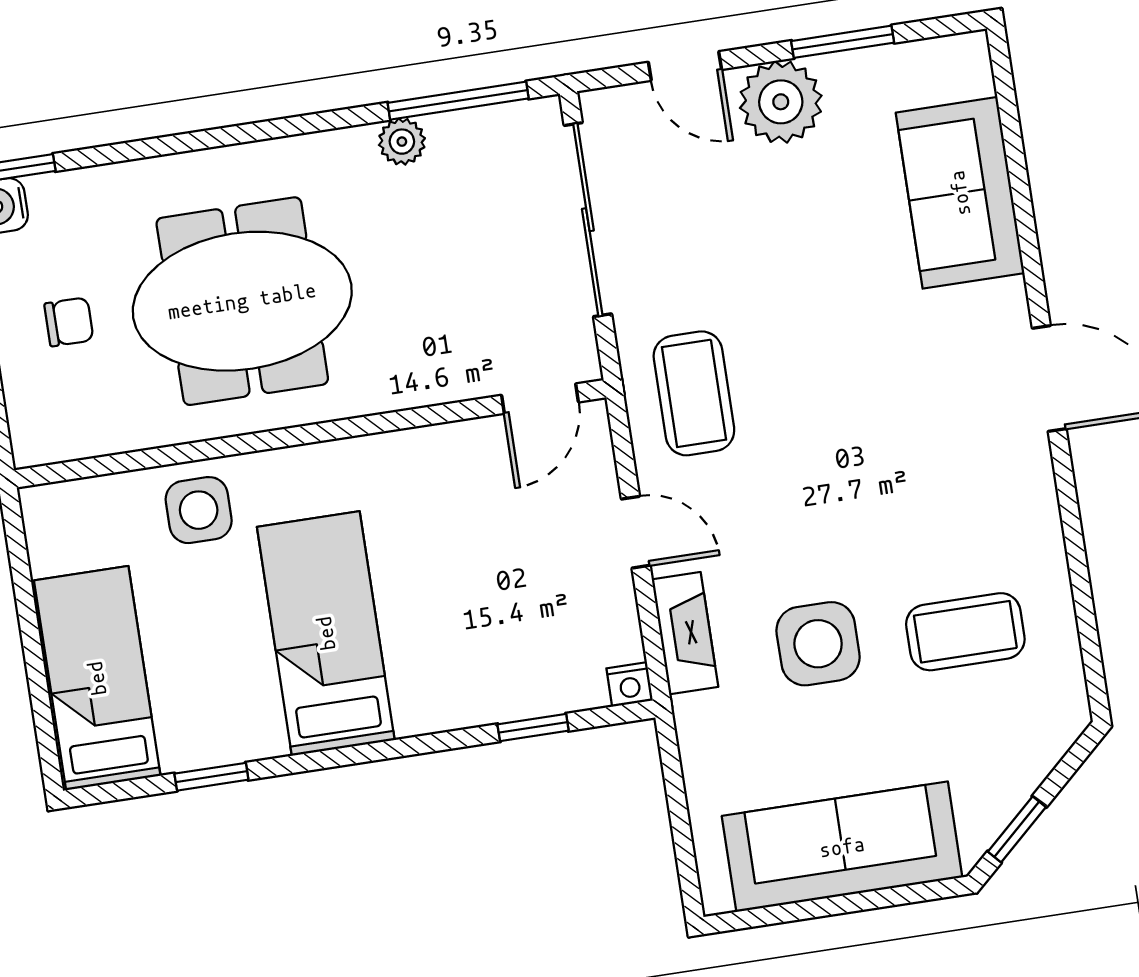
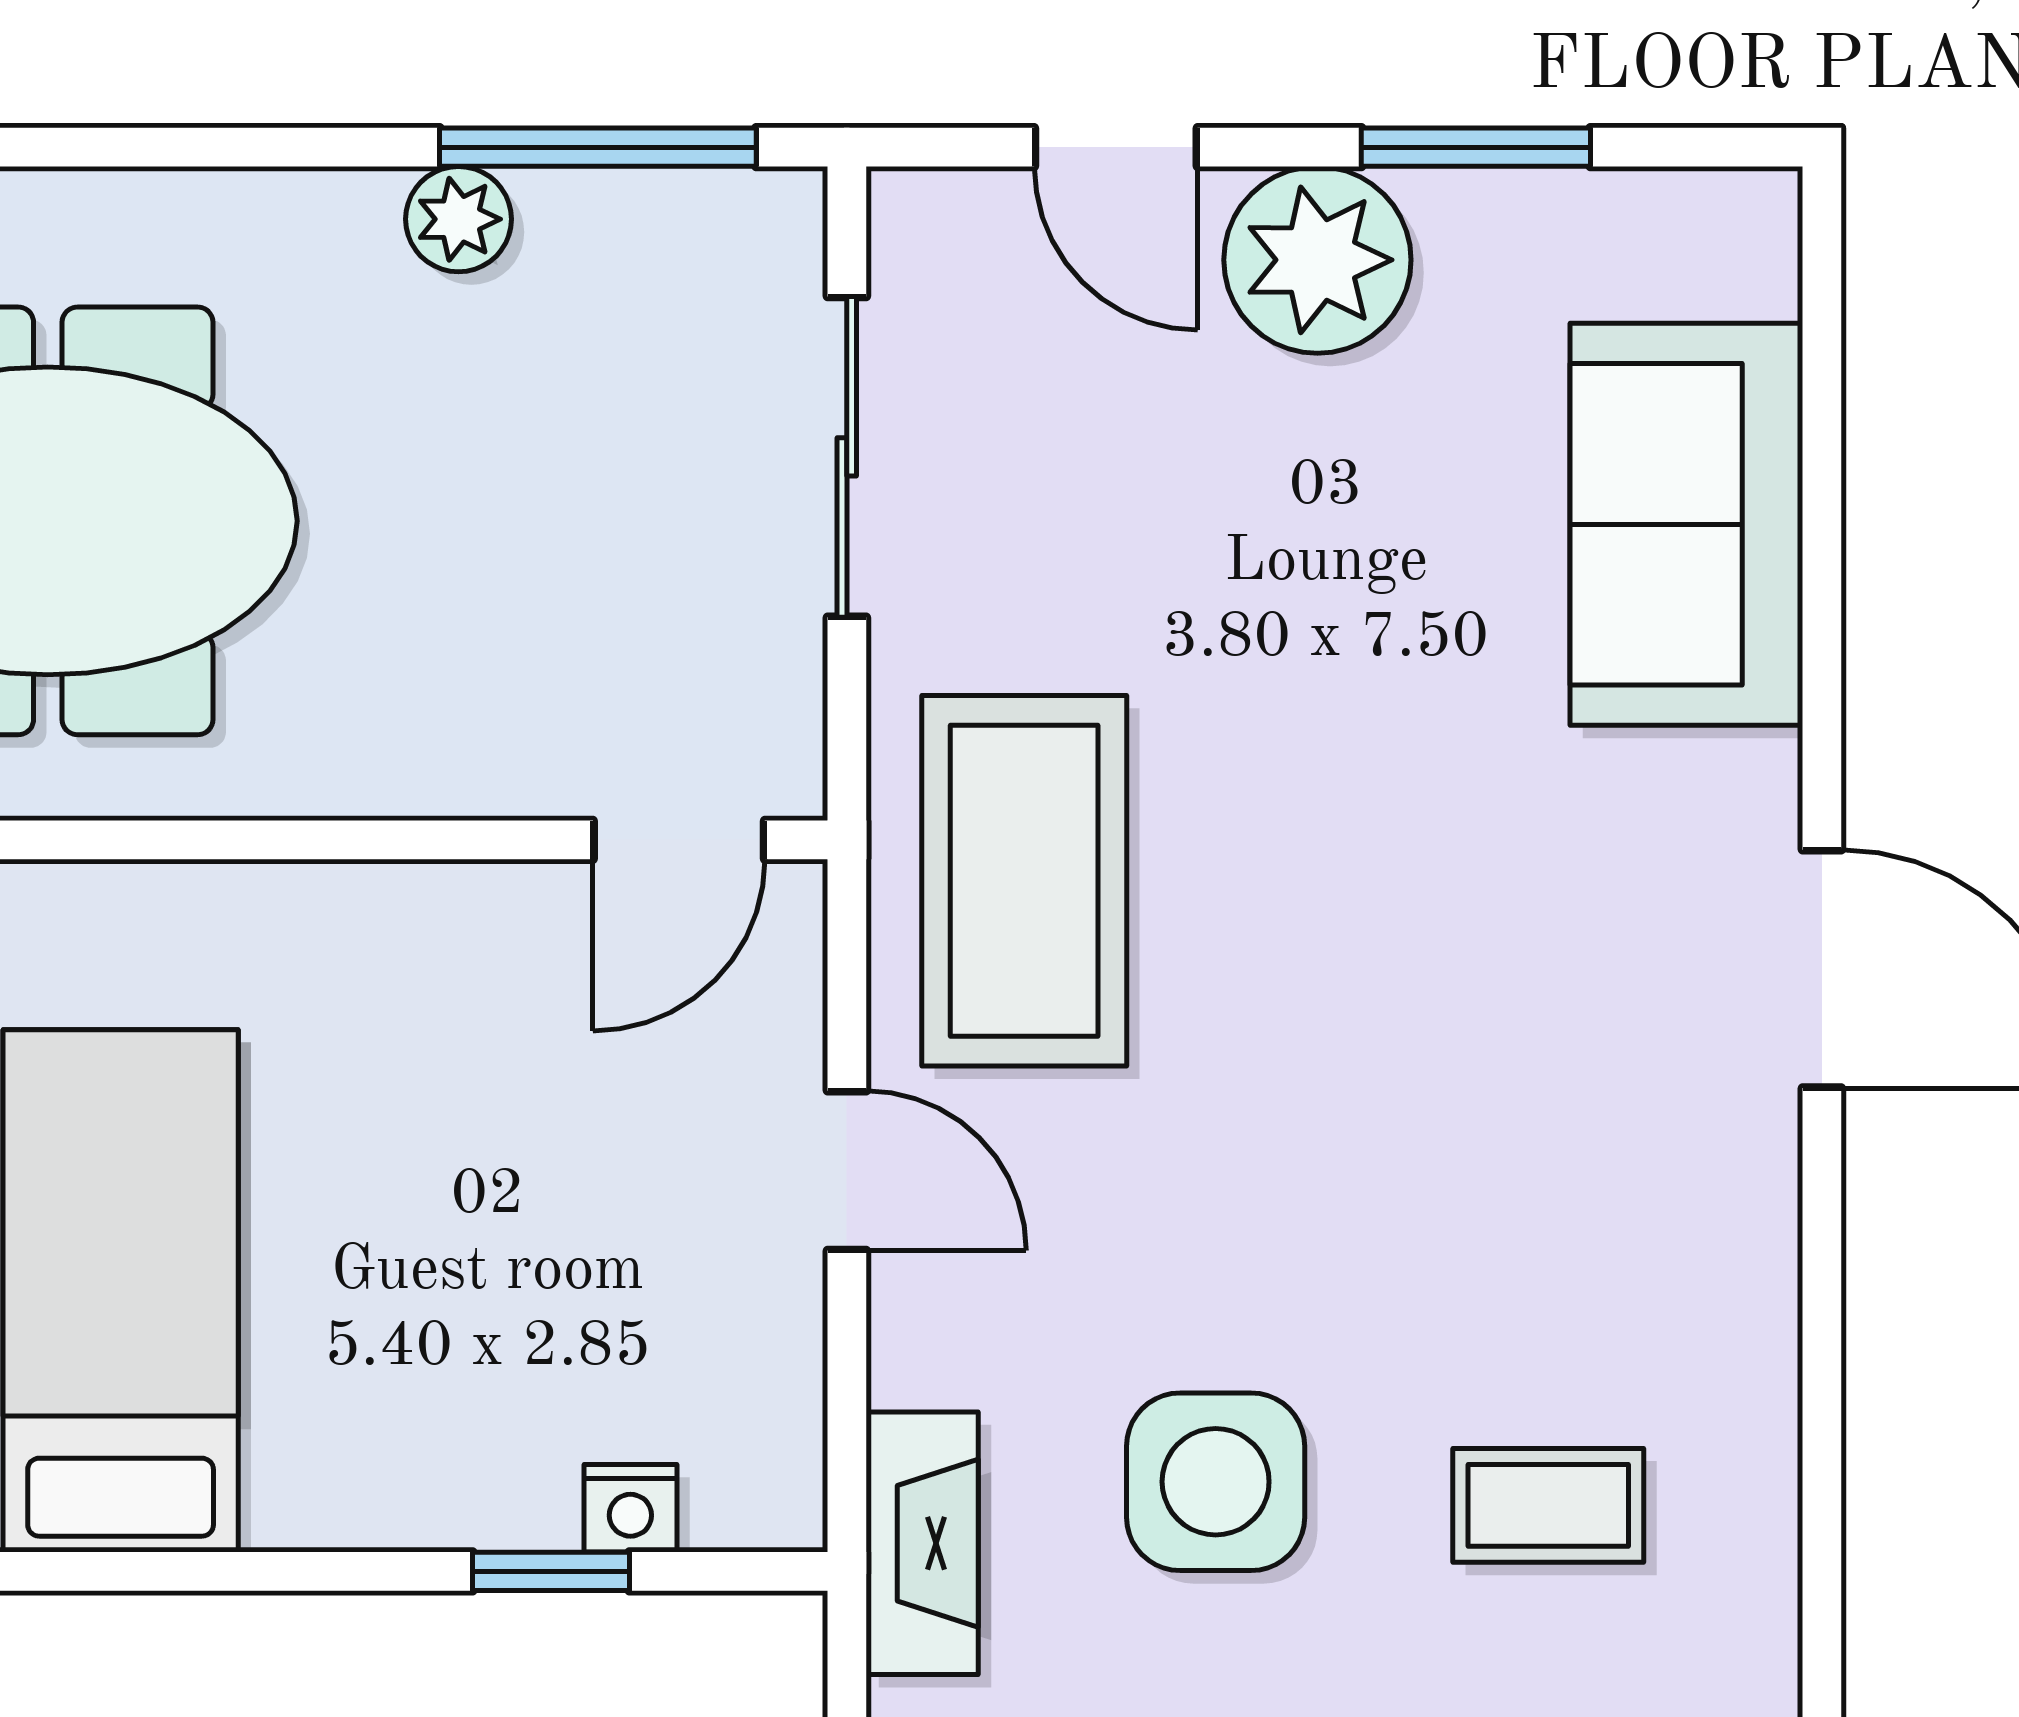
sliding door: (588, 220) -> (847, 457), width x0.73
coffee table: (694, 393) -> (1024, 881), width x1.36, depth x1.32
coffee table: (965, 632) -> (1548, 1505), width x0.73, depth x0.77
fireplace: (685, 633) -> (922, 1543), moved
nightstand: (630, 684) -> (630, 1508), moved

